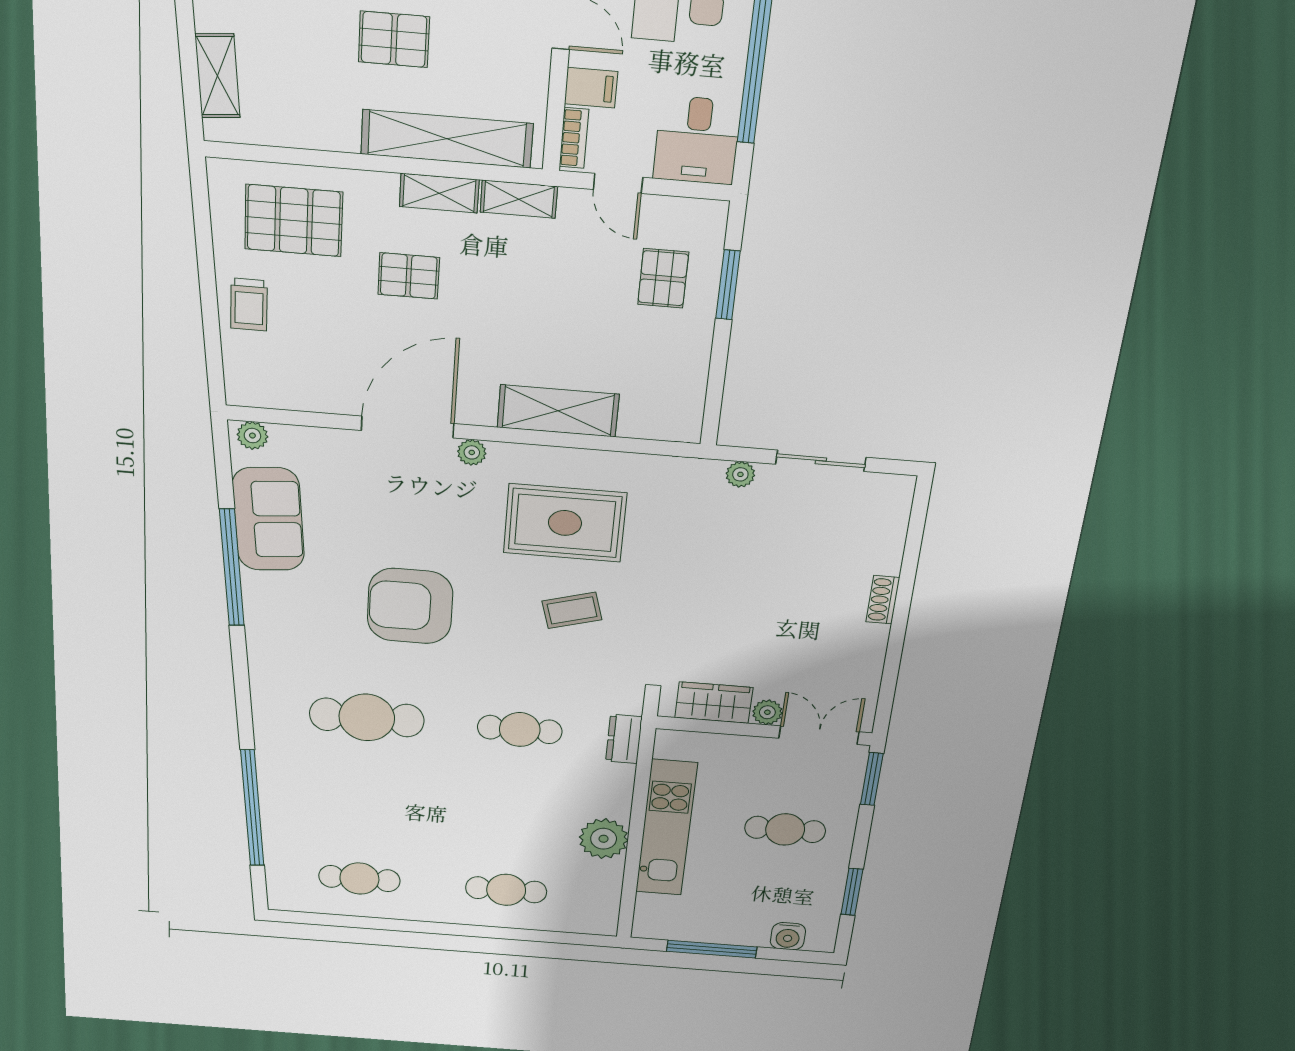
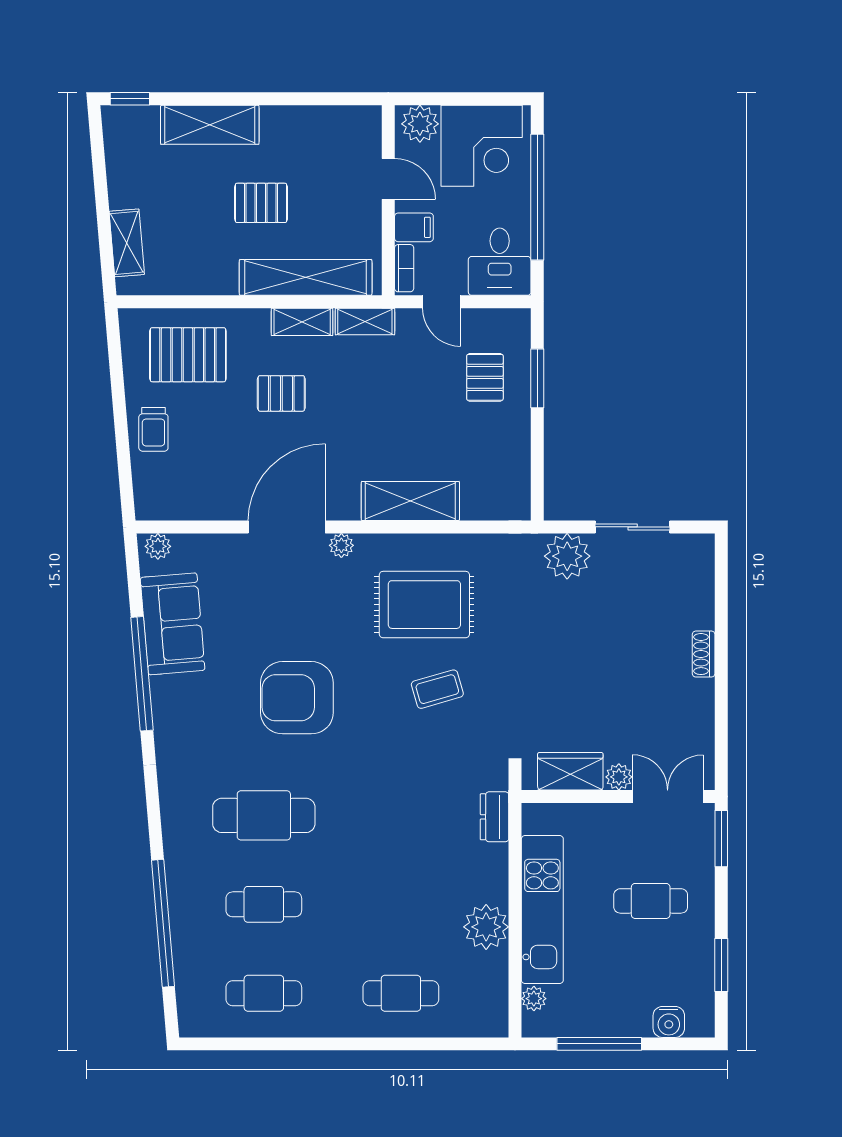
plant: (740, 474) -> (567, 556), width x1.88, depth x1.88
cafe table: (520, 729) -> (264, 904), moved
plant: (648, 905) -> (534, 999), added

